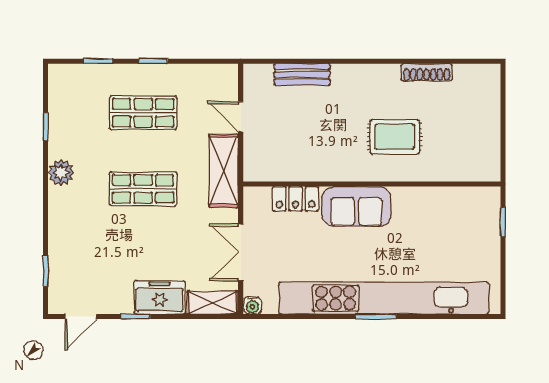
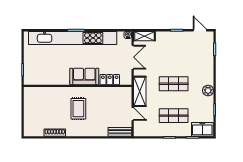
bench: (302, 74) -> (120, 132), moved
rug: (395, 137) -> (78, 109), moved, turned 90
freezer: (160, 297) -> (202, 129), moved, turned 180
door: (81, 316) -> (200, 30), hinge flipped

